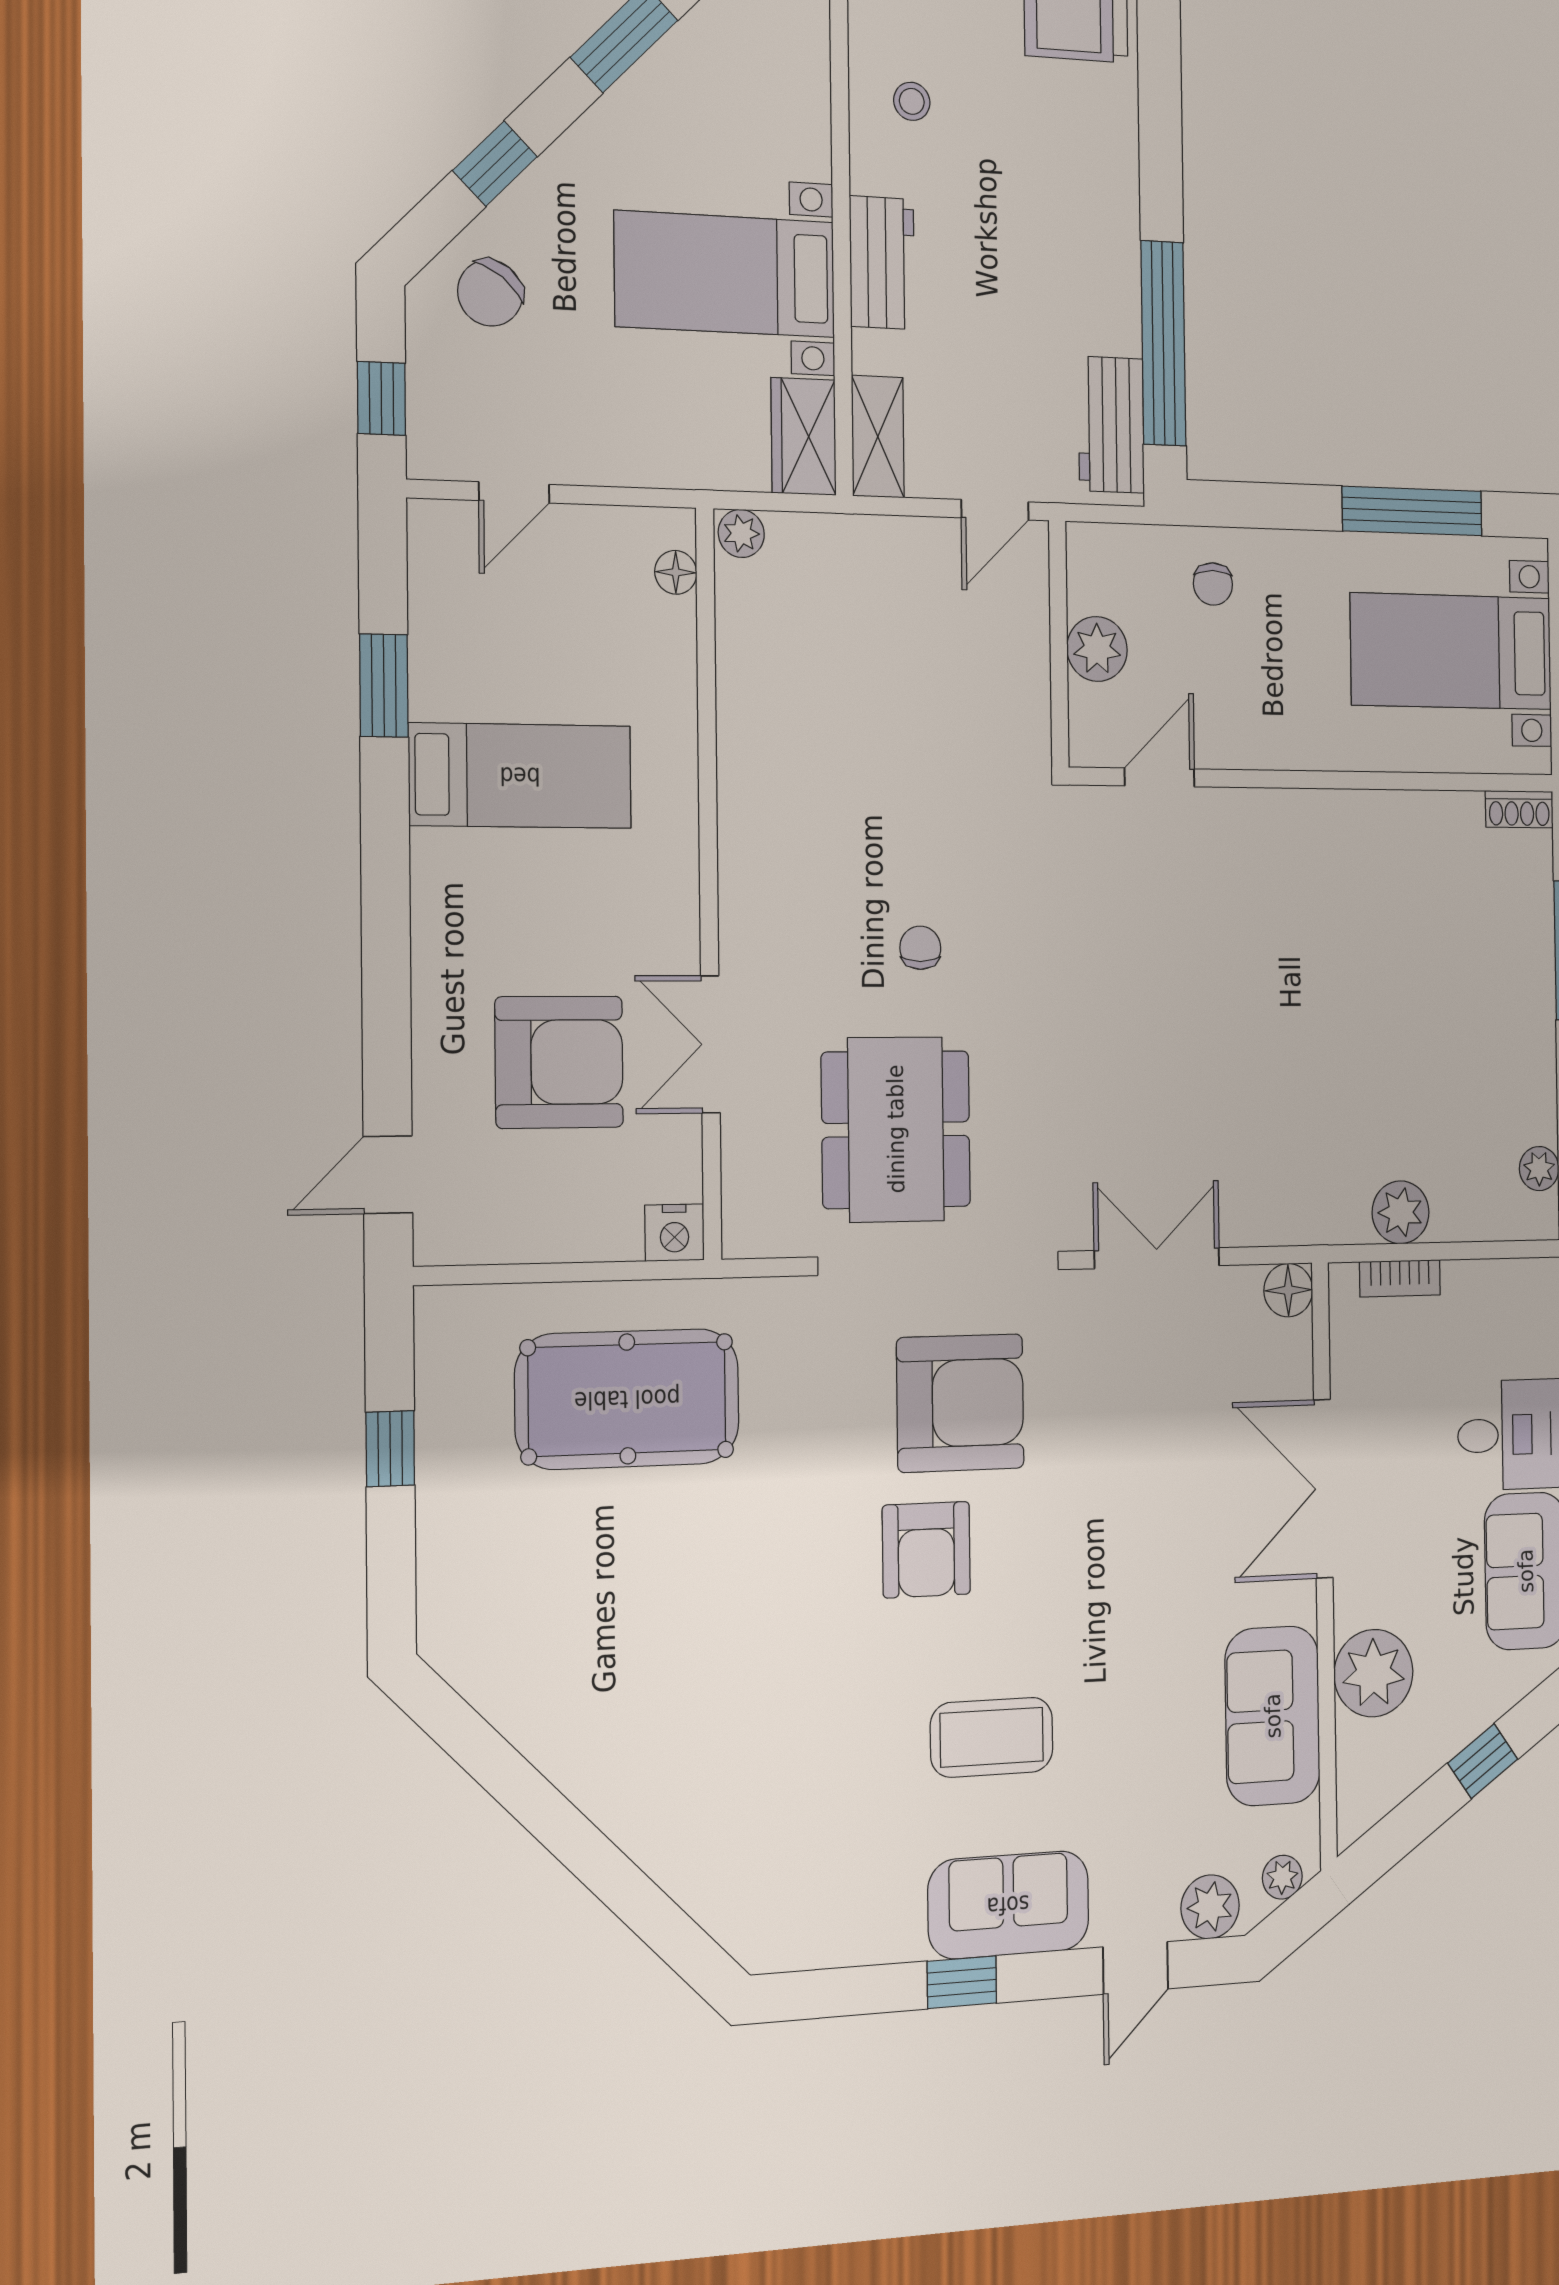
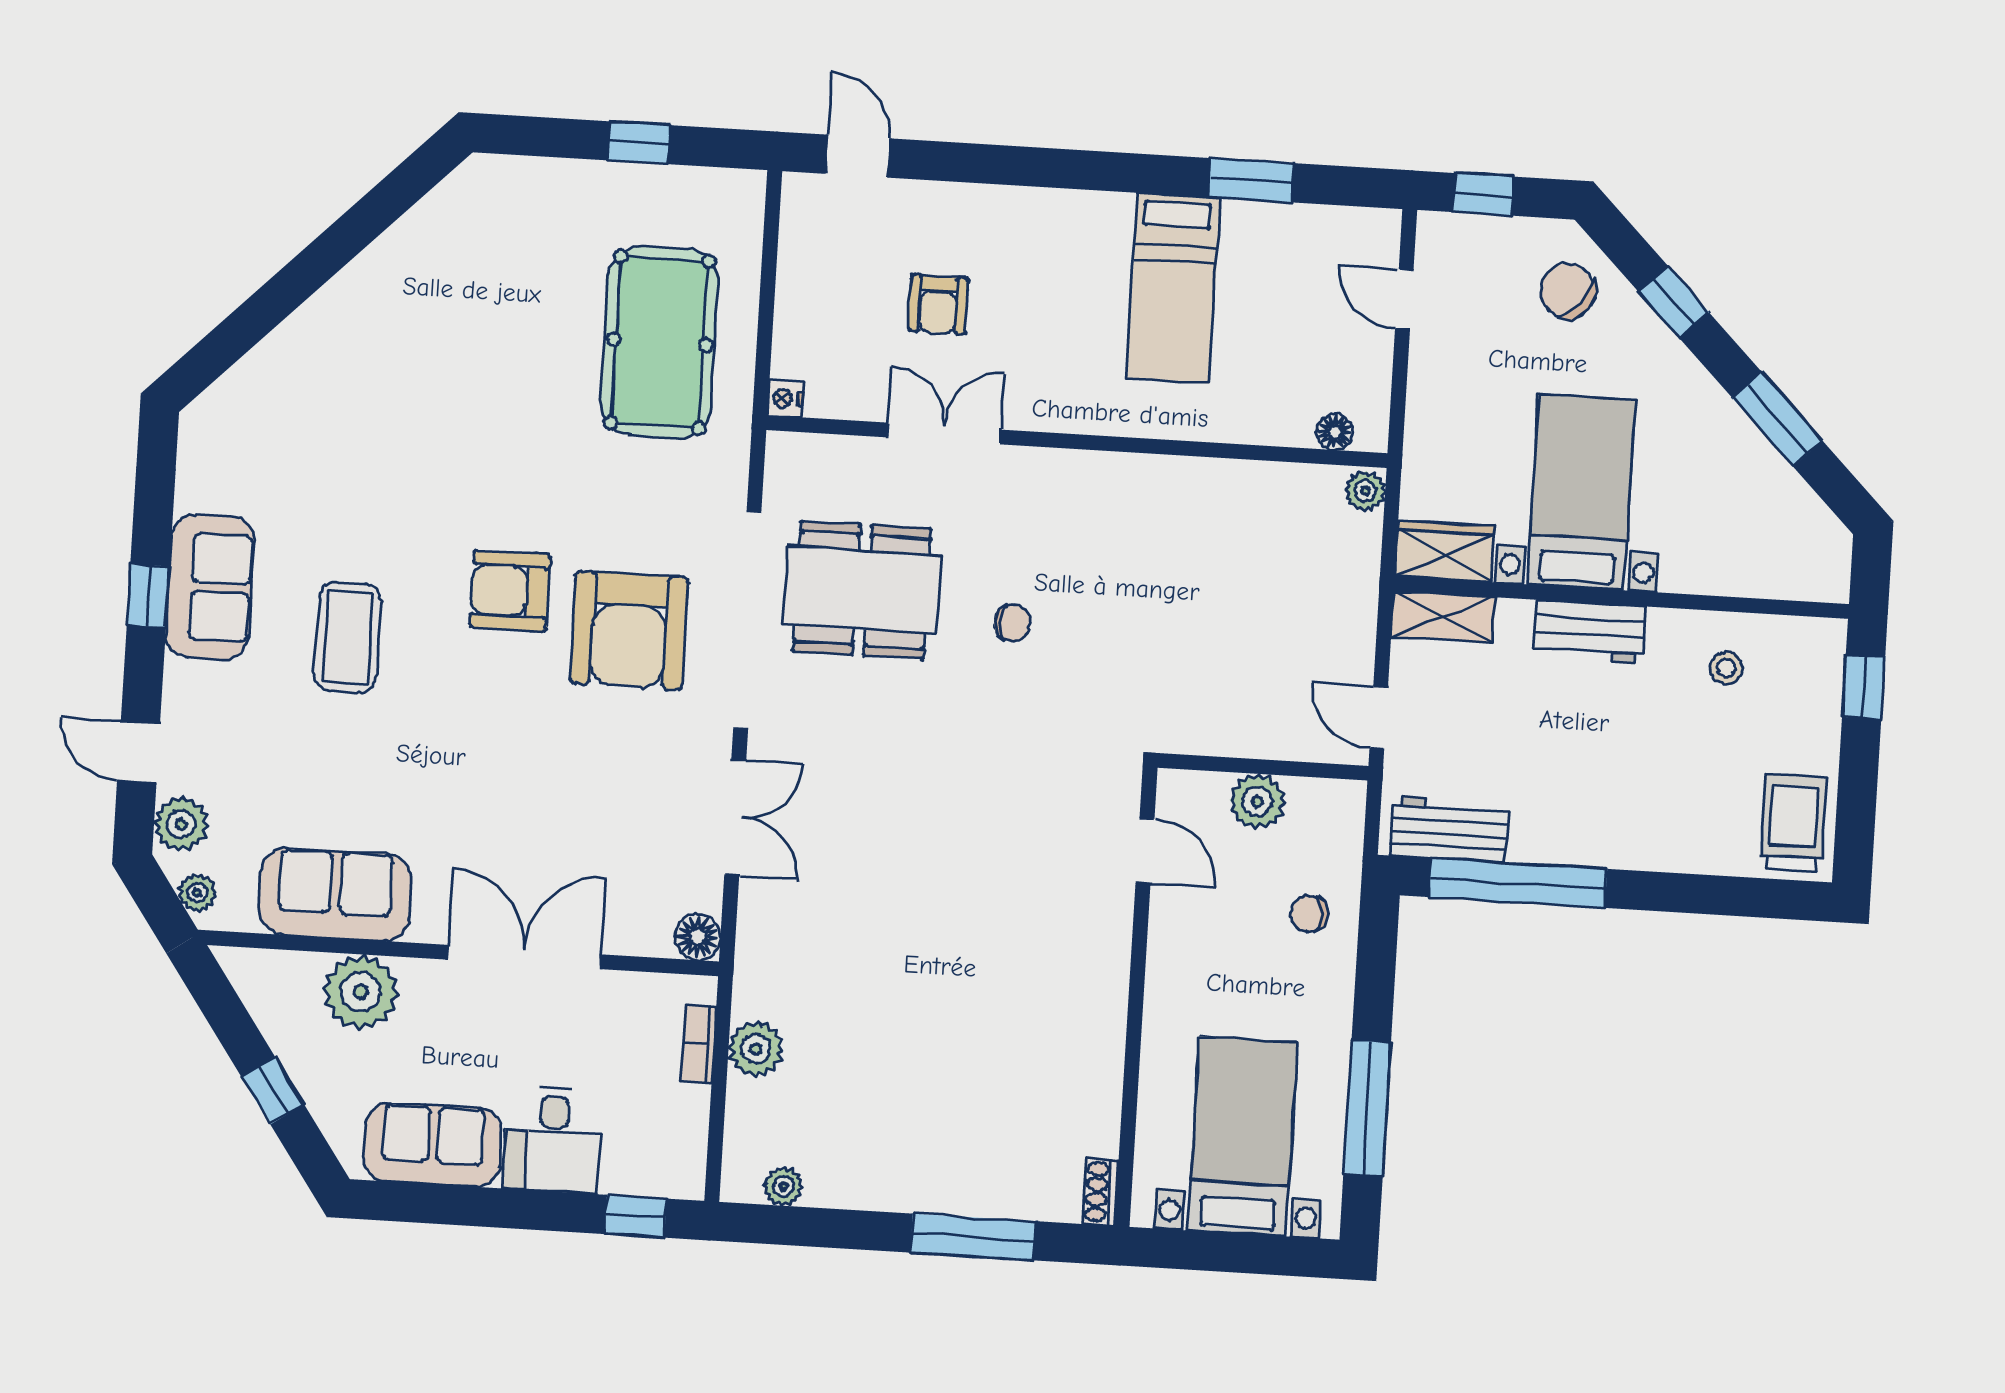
armchair: (559, 1062) -> (938, 304), width x0.53, depth x0.53
nightstand: (674, 1233) -> (785, 398), width x0.72, depth x0.74
sofa: (1008, 1905) -> (210, 587), moved

